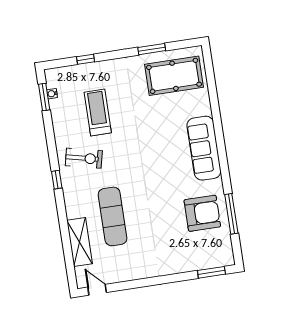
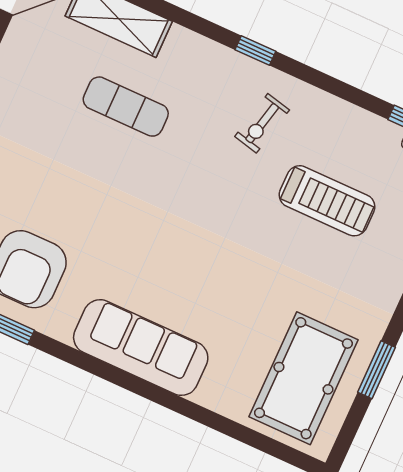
exercise bike: (84, 158) -> (262, 123), width x0.73, depth x0.72
exercise mat: (113, 216) -> (126, 107), width x0.73, depth x0.69

